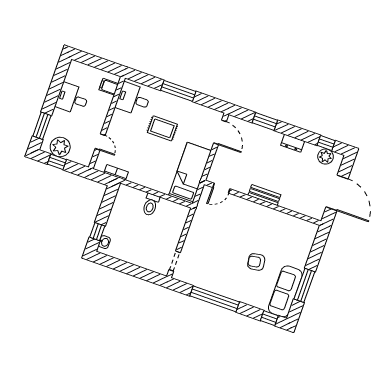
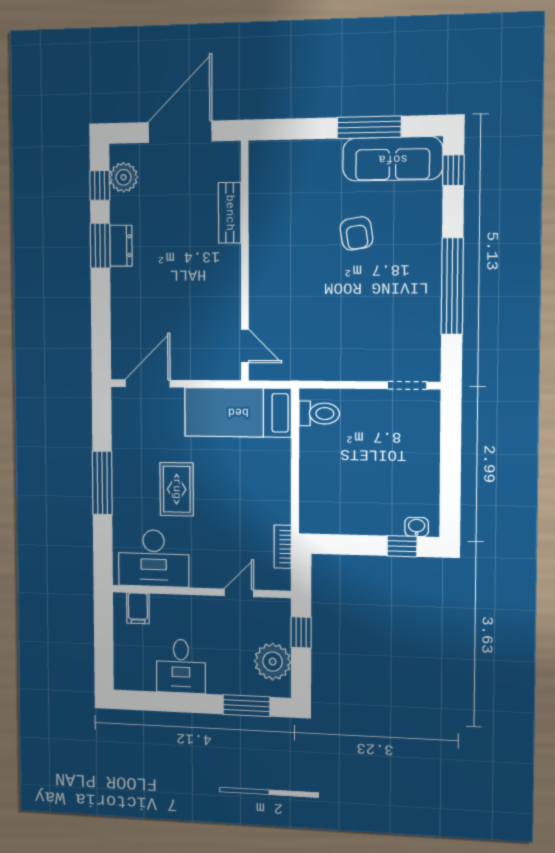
desk: (133, 99) -> (154, 558), width x1.37
window: (265, 121) -> (100, 246), moved
window: (57, 162) -> (301, 632), moved
bench: (264, 195) -> (230, 213), moved
toilet: (151, 205) -> (319, 414), moved

